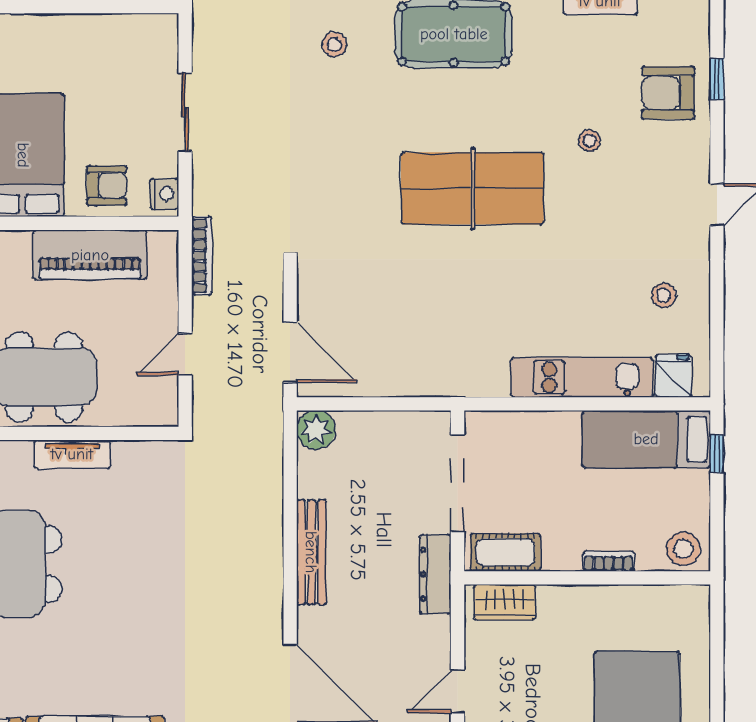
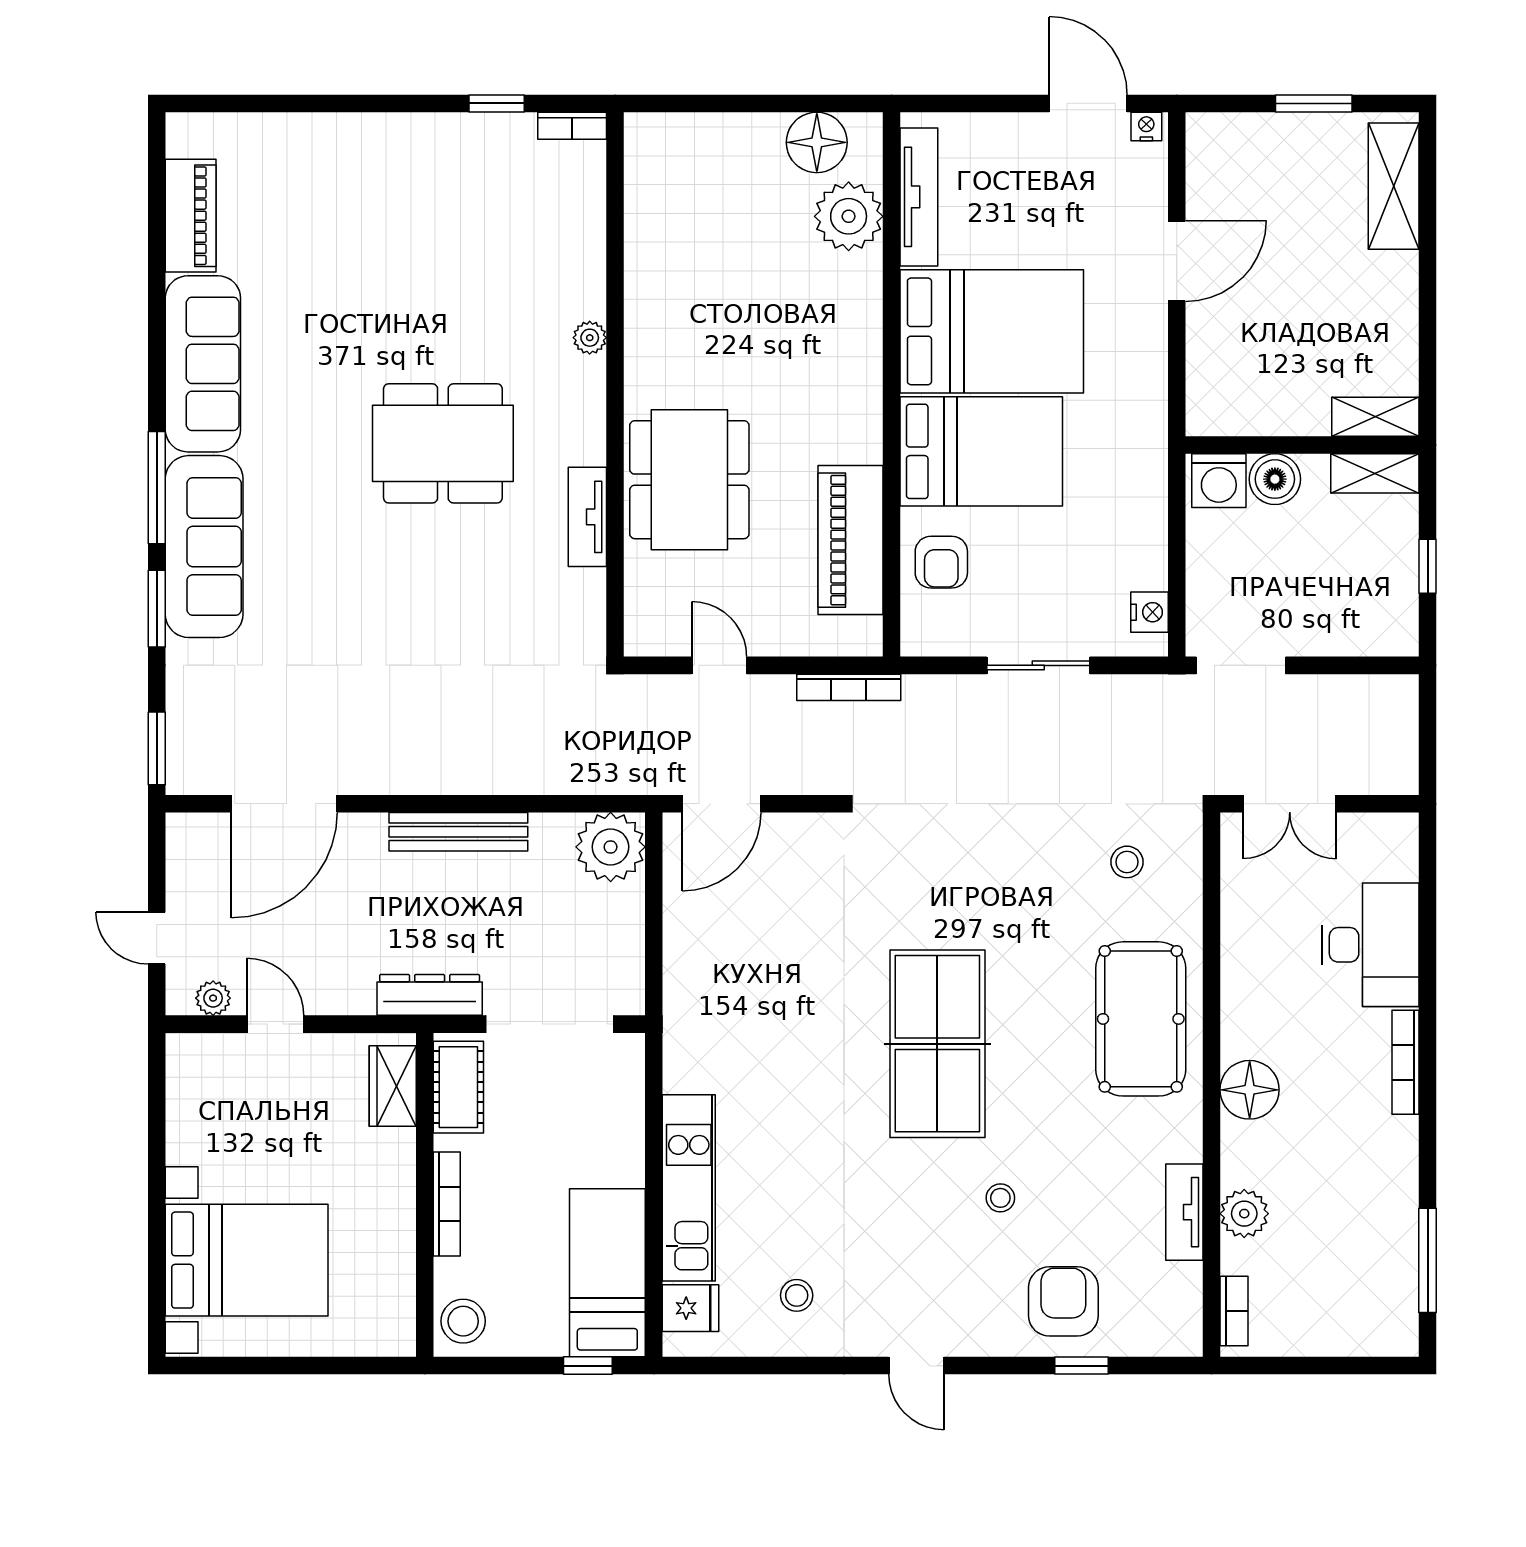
nightstand: (164, 194) -> (1150, 612), moved, turned -90
plant: (316, 430) -> (611, 847), width x1.36, depth x1.36
bookcase: (608, 561) -> (447, 1204), width x1.56

